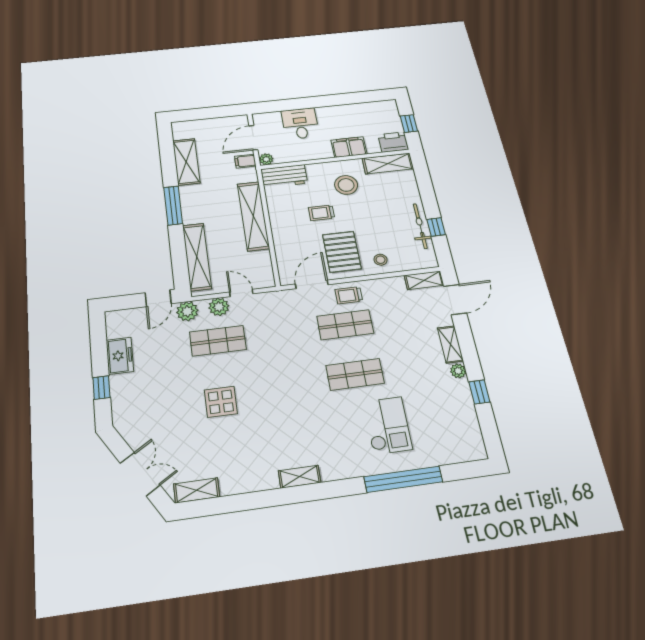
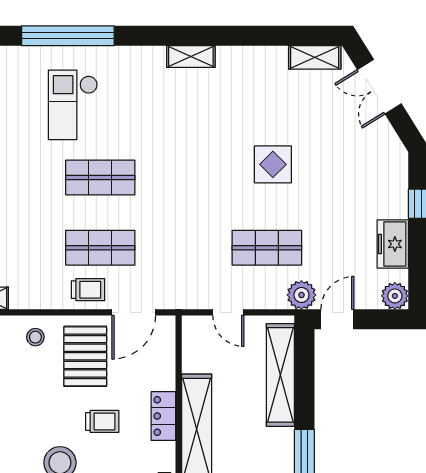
locker: (278, 221) -> (163, 416), added
plant: (219, 307) -> (395, 296), moved

